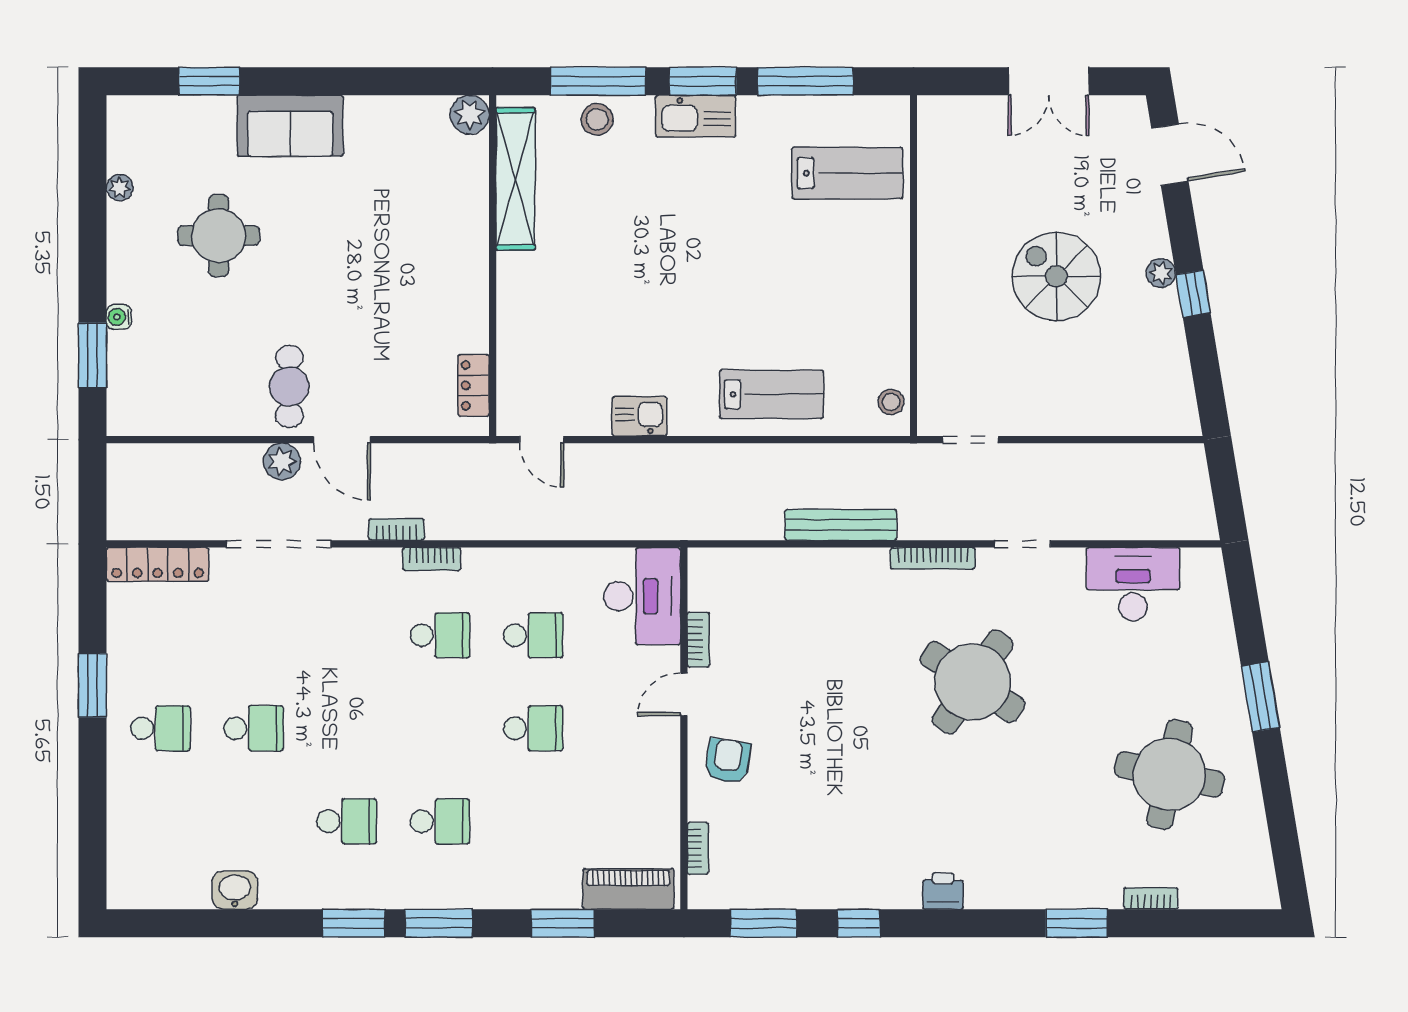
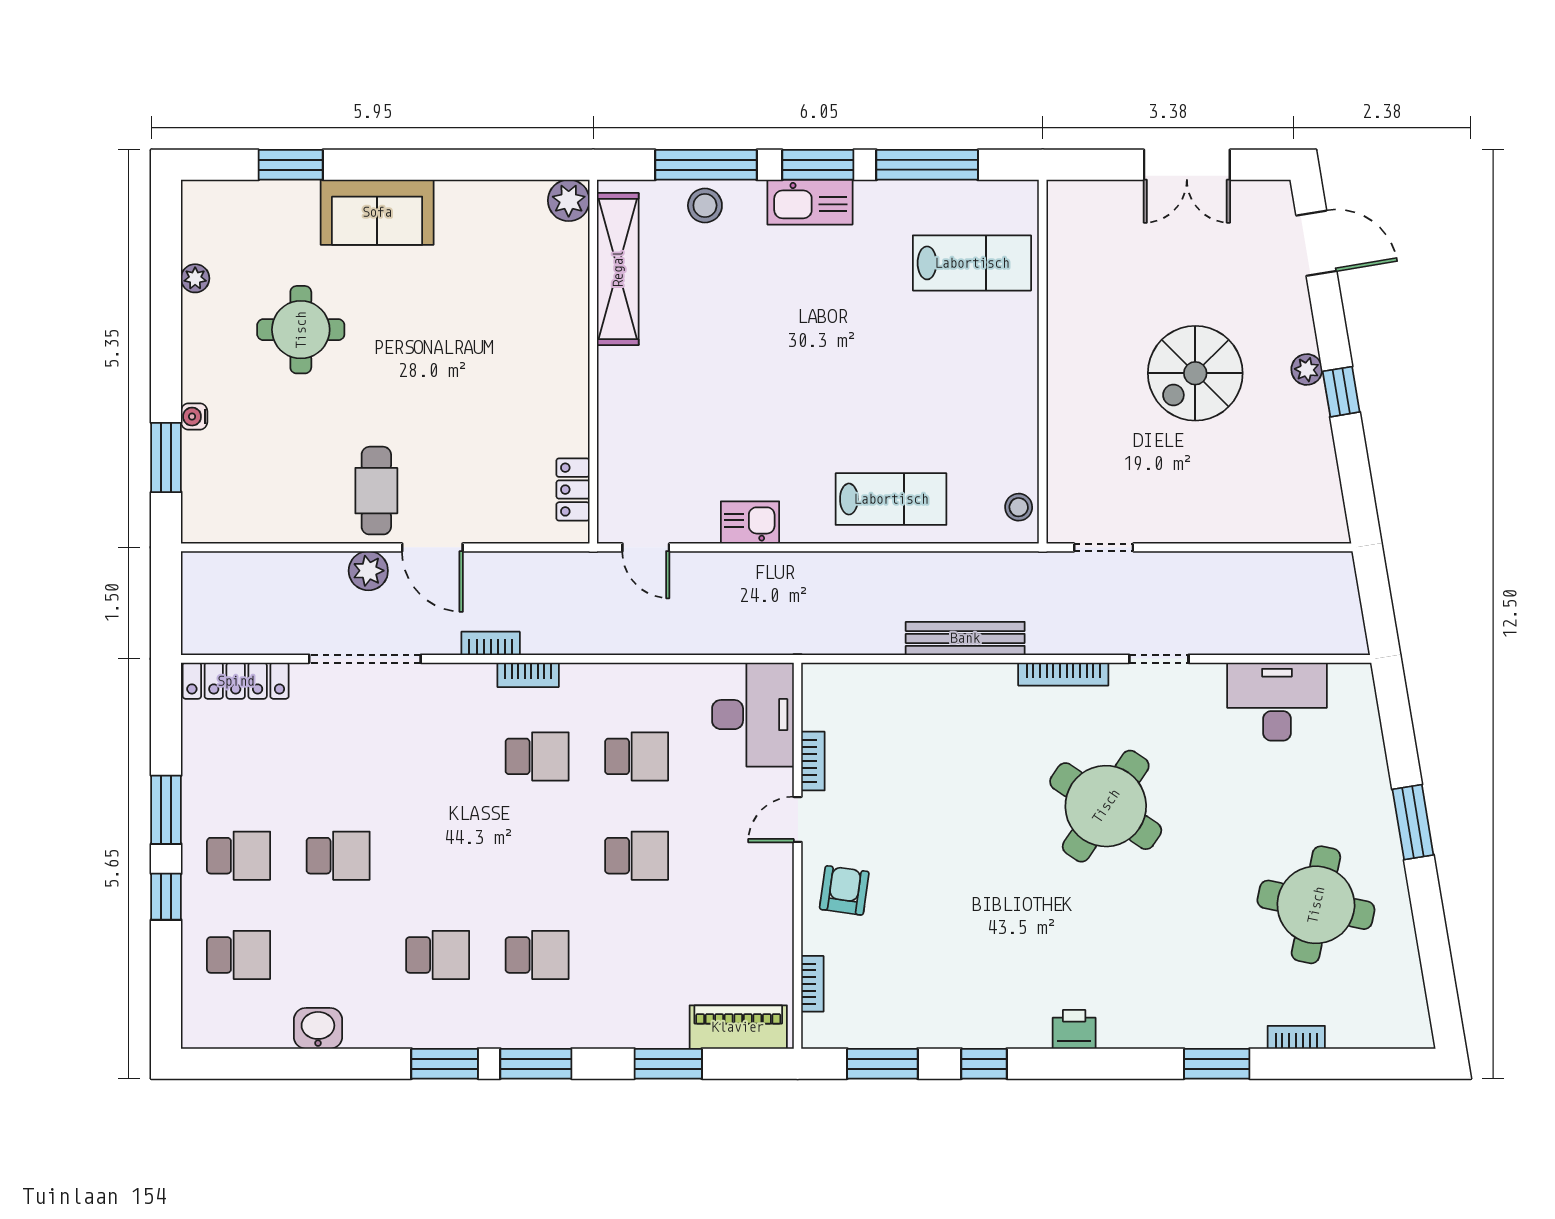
spiral stairs: (1056, 276) -> (1195, 373), turned -90
window: (92, 767) -> (166, 897), added
school desk: (160, 821) -> (239, 955), added

